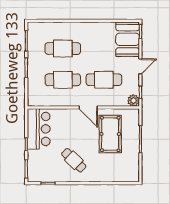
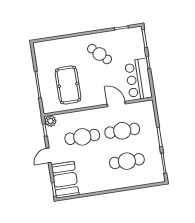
door: (88, 107) -> (116, 104), moved

